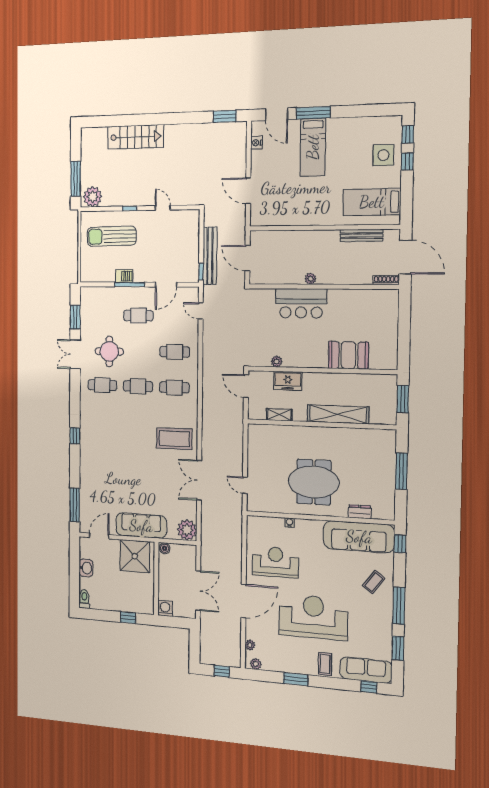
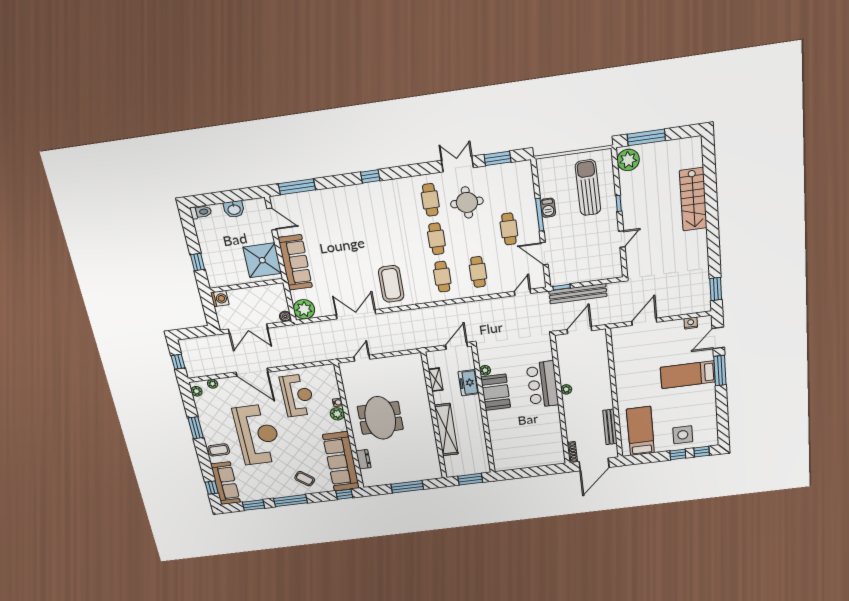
booth: (348, 355) -> (496, 392), moved
plant: (302, 526) -> (337, 414), added
boiler: (165, 548) -> (285, 316), moved

